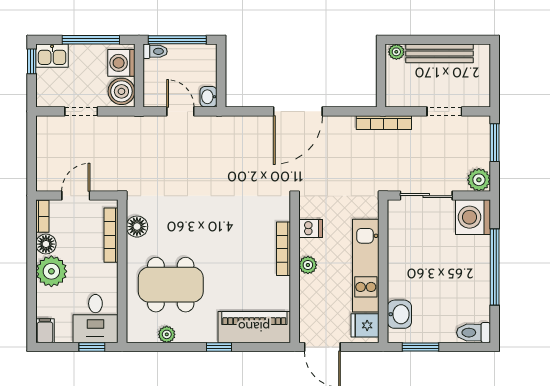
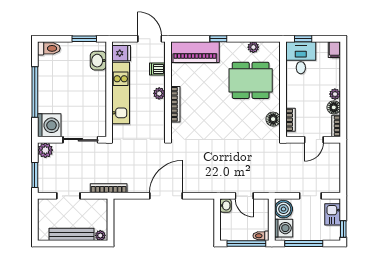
kitchen sink: (52, 56) -> (333, 214), moved, turned -90
dishwasher: (311, 228) -> (157, 69), moved
bookcase: (111, 235) -> (290, 120), width x0.64
plant: (51, 271) -> (335, 94), width x0.53, depth x0.53

